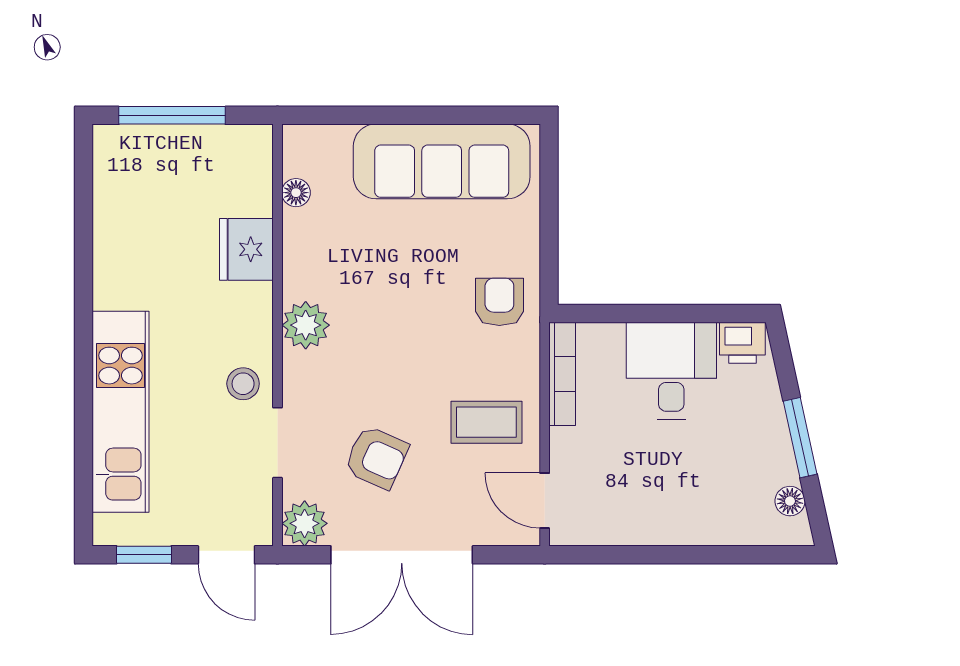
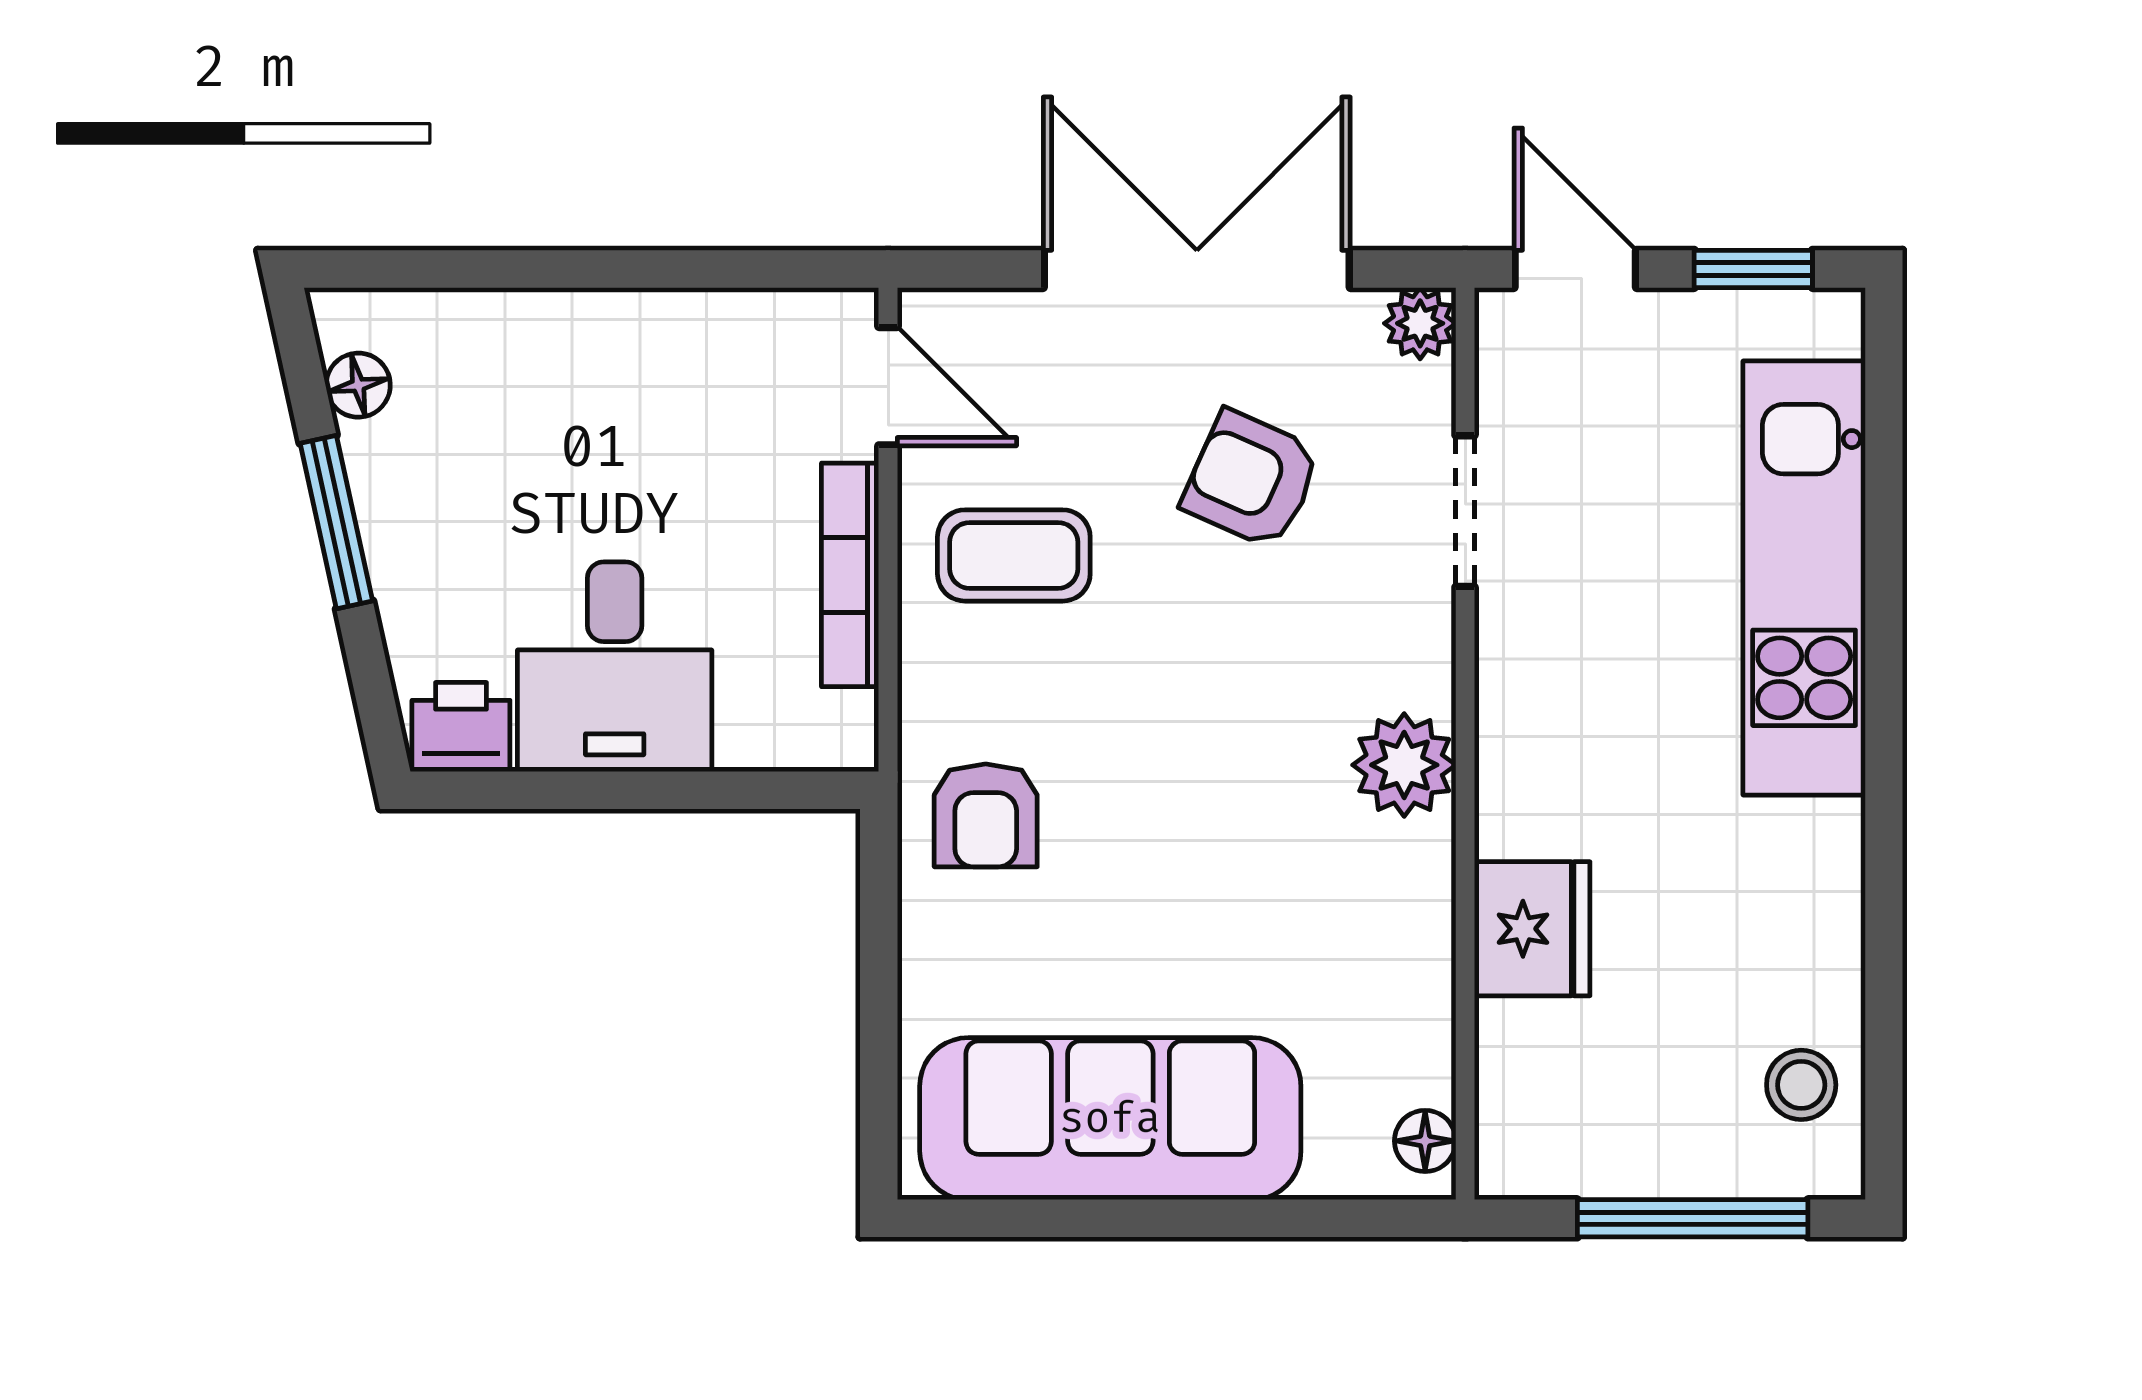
floor lamp: (296, 193) -> (1425, 1141), moved
bookcase: (562, 374) -> (850, 575), moved
stool: (243, 384) -> (1801, 1085), moved
plant: (305, 523) -> (1420, 323), width x0.73, depth x0.73

